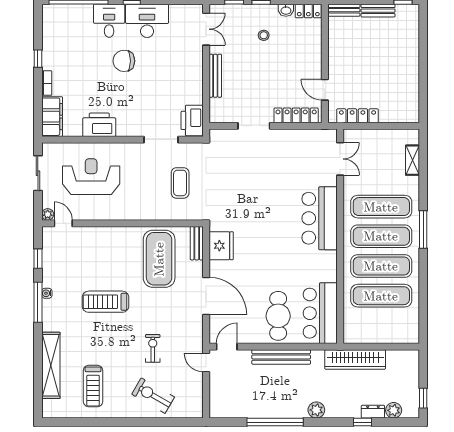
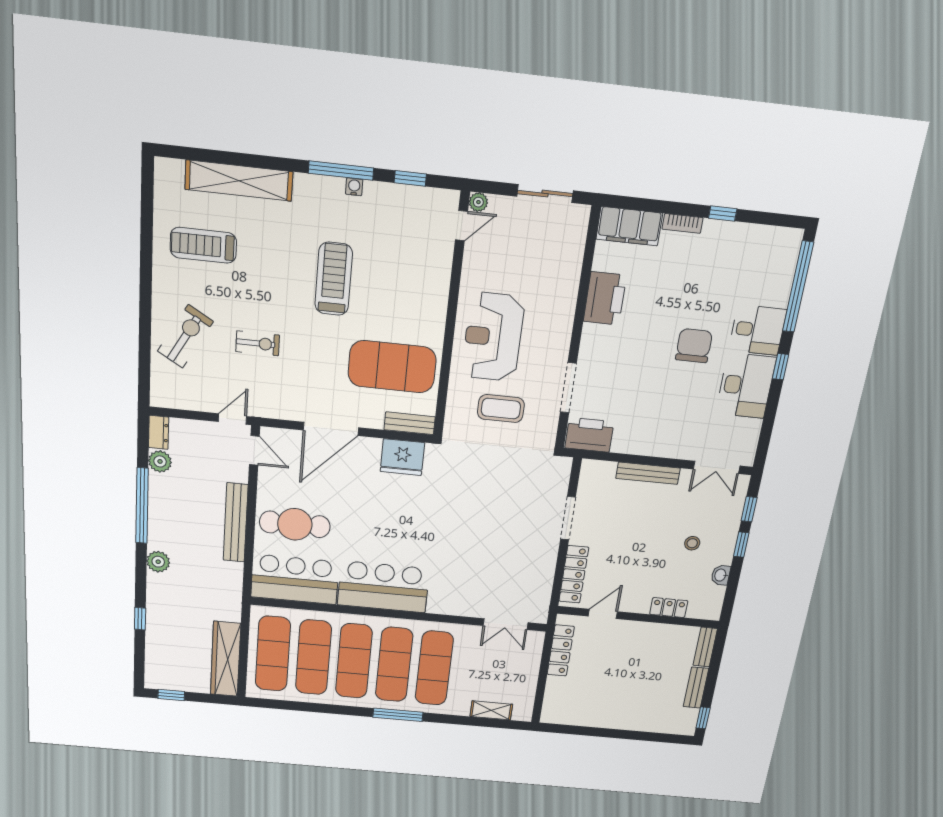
locker: (308, 11) -> (669, 608), moved, turned 90
reception desk: (91, 177) -> (493, 337), moved, turned 180
bar counter: (320, 218) -> (383, 587), moved
exercise mat: (381, 325) -> (273, 654), added
wardrobe: (355, 360) -> (226, 659), moved
plant: (394, 410) -> (160, 461), moved
dresser: (373, 412) -> (159, 432), moved

